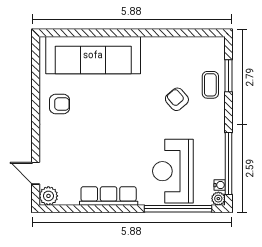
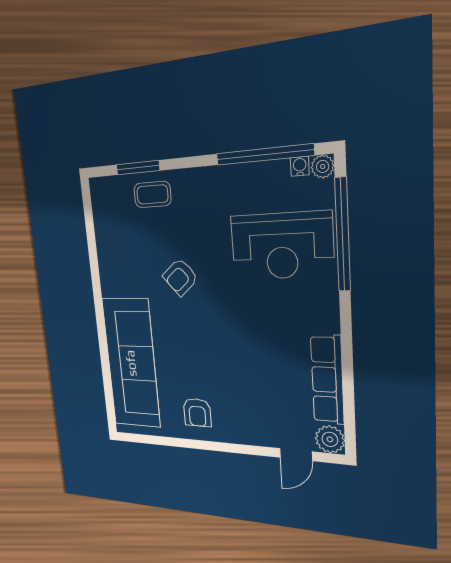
armchair: (177, 99) -> (180, 277), moved
armchair: (59, 104) -> (197, 413), turned 180
row of seats: (109, 196) -> (327, 380), moved

